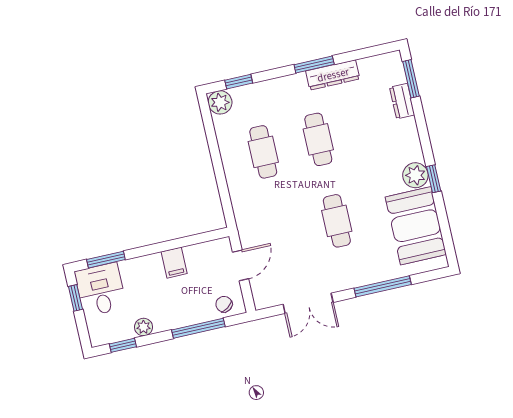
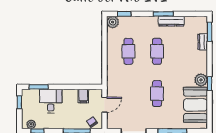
filing cabinet: (174, 263) -> (83, 96), moved
desk: (101, 290) -> (51, 101), moved
plant: (143, 327) -> (31, 124), moved

